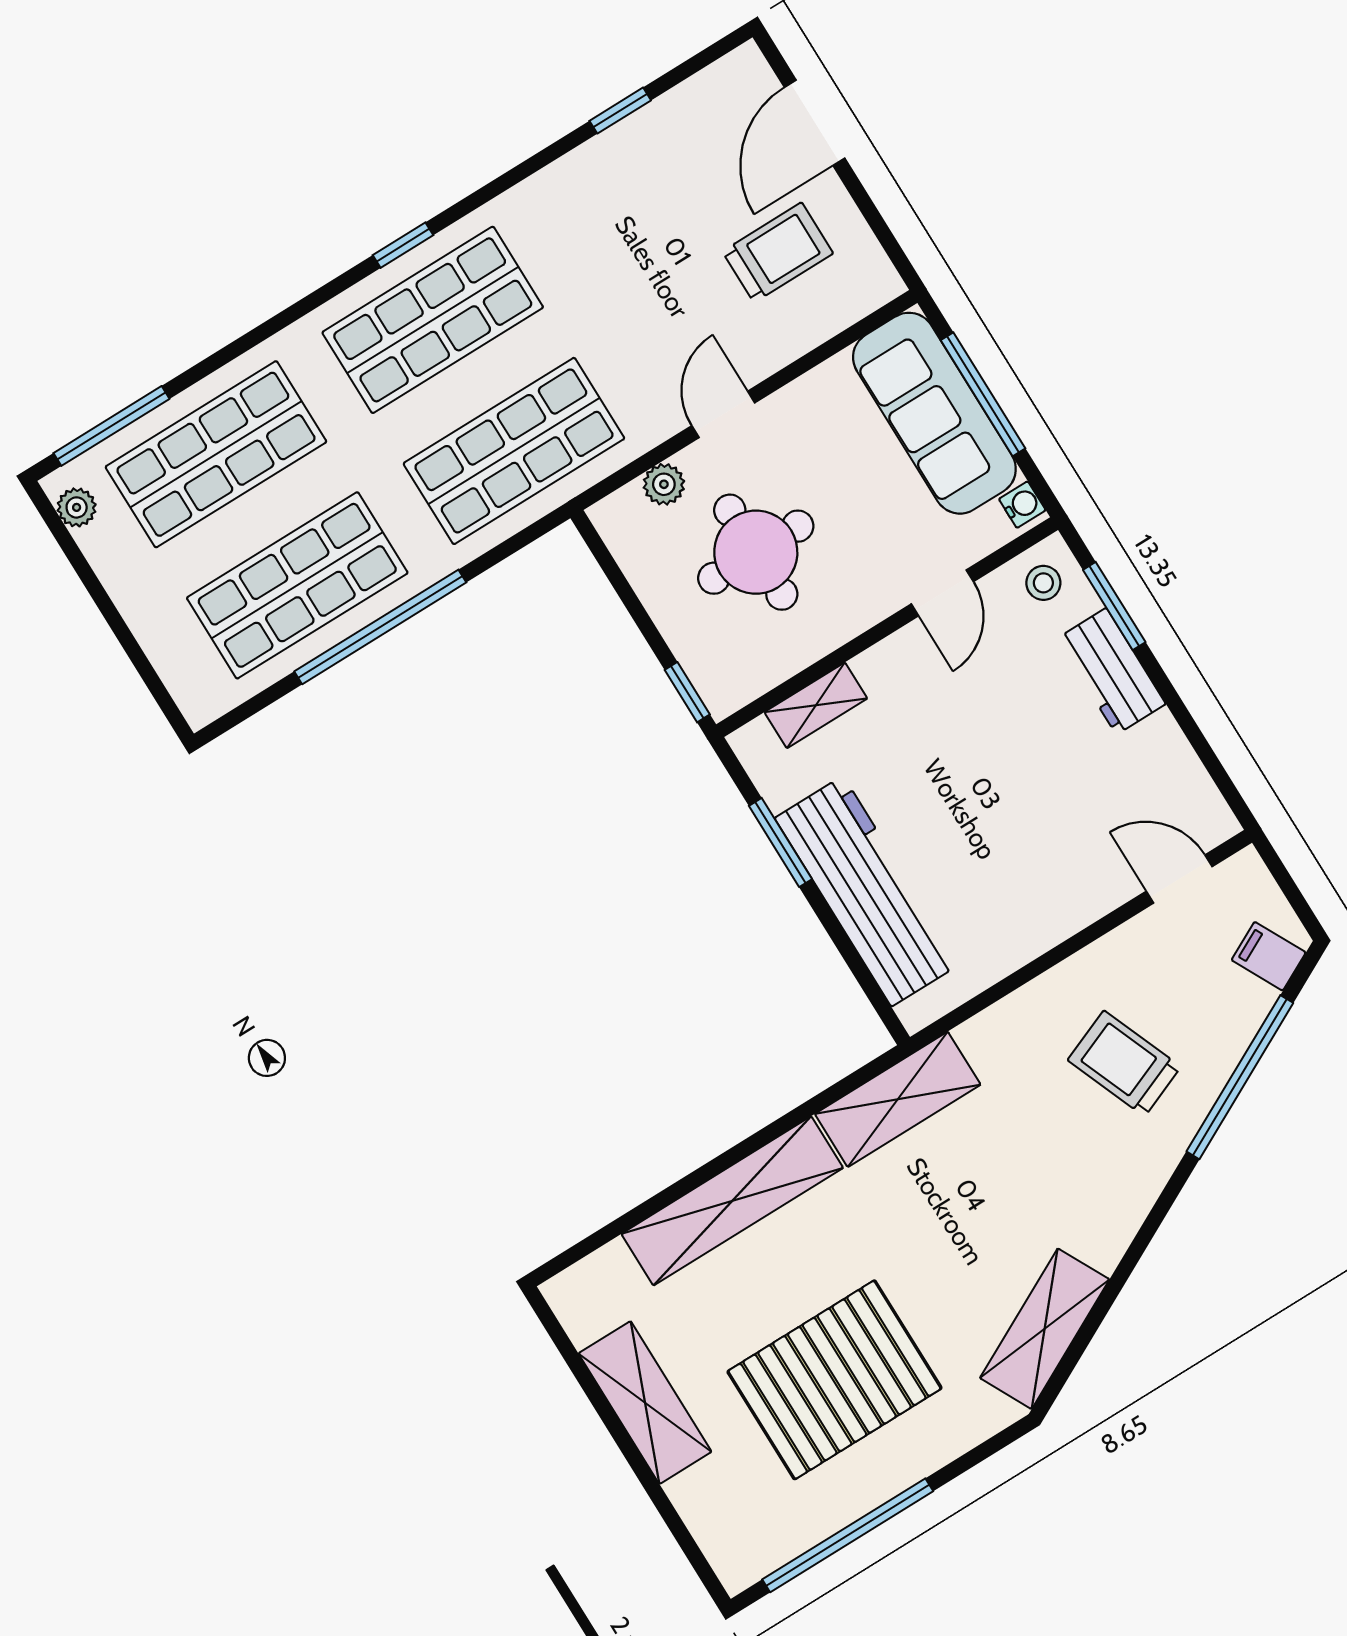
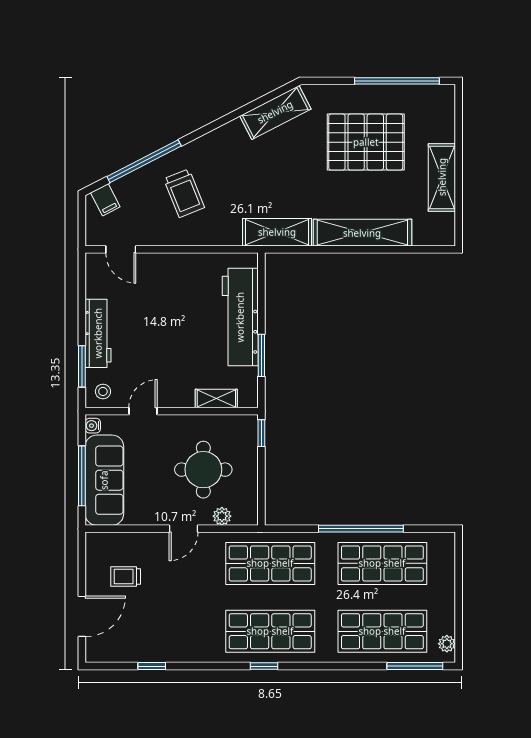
trolley: (778, 252) -> (126, 577), width x0.73, depth x0.72
workbench: (1111, 671) -> (98, 333), width x1.38

